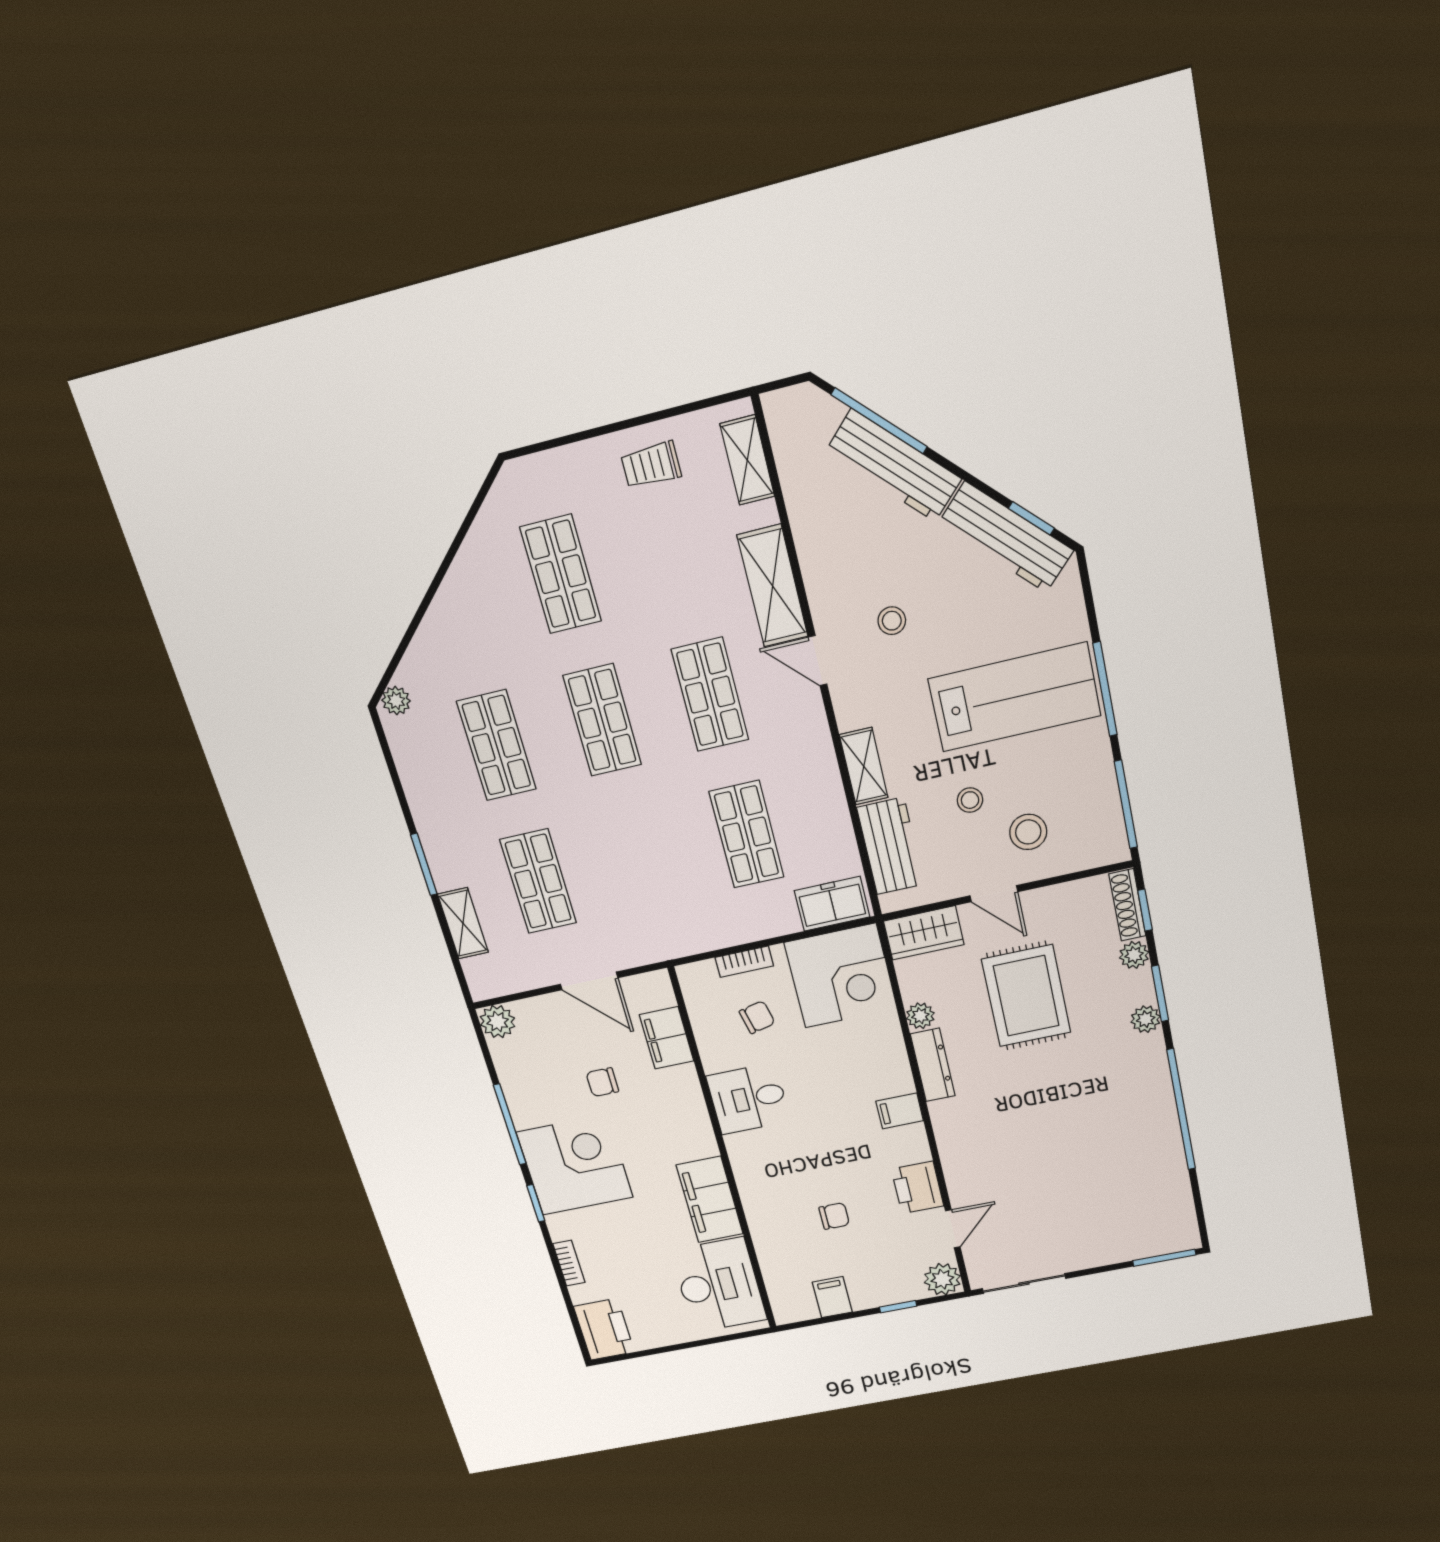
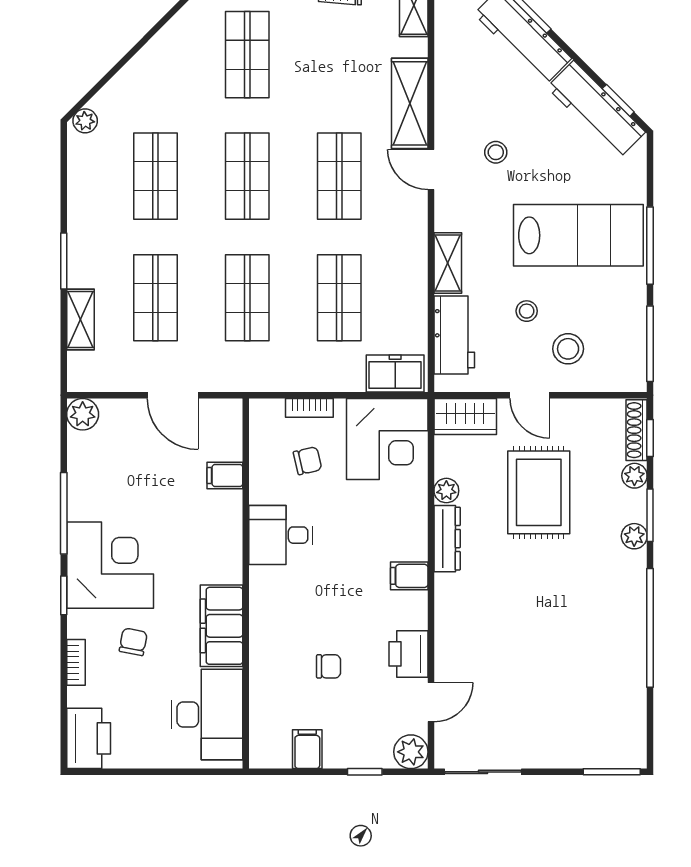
shop shelf: (641, 858) -> (247, 298), added
filing cabinet: (667, 1038) -> (225, 476), width x0.50
chair: (602, 1082) -> (133, 642), moved, turned 101

